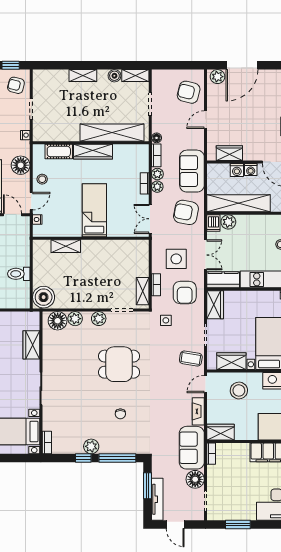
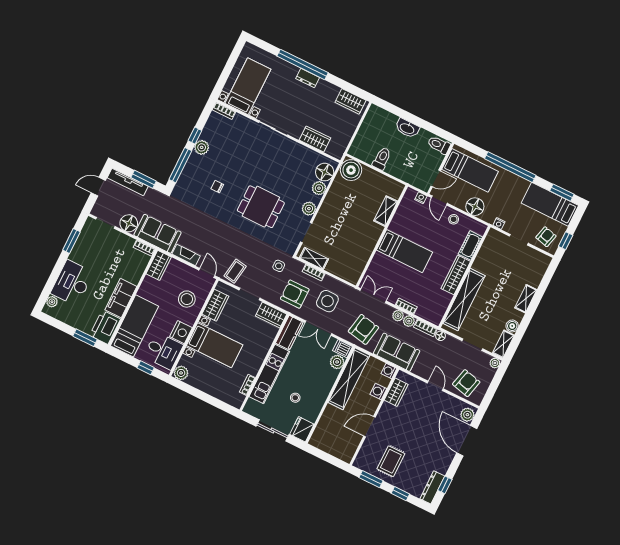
plant: (157, 75) -> (495, 363), added
washing machine: (251, 170) -> (389, 371), moved
dining table: (119, 364) -> (261, 207), turned 90

